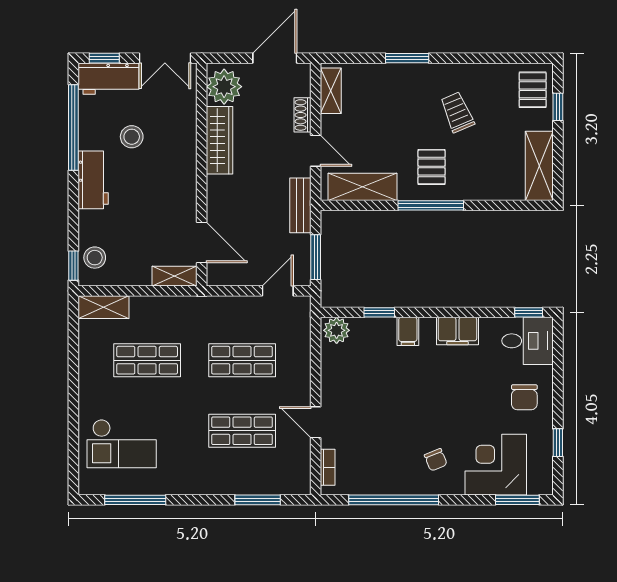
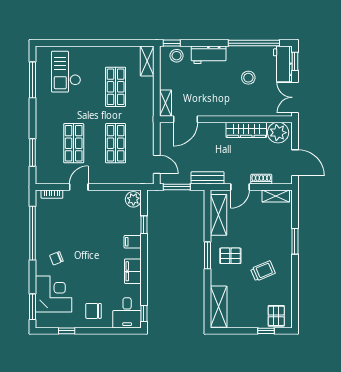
pallet: (533, 90) -> (276, 316), turned 90
shelving: (539, 166) -> (219, 307), moved, turned 90
workbench: (93, 180) -> (209, 55), moved
window: (431, 205) -> (207, 255), width x0.69

